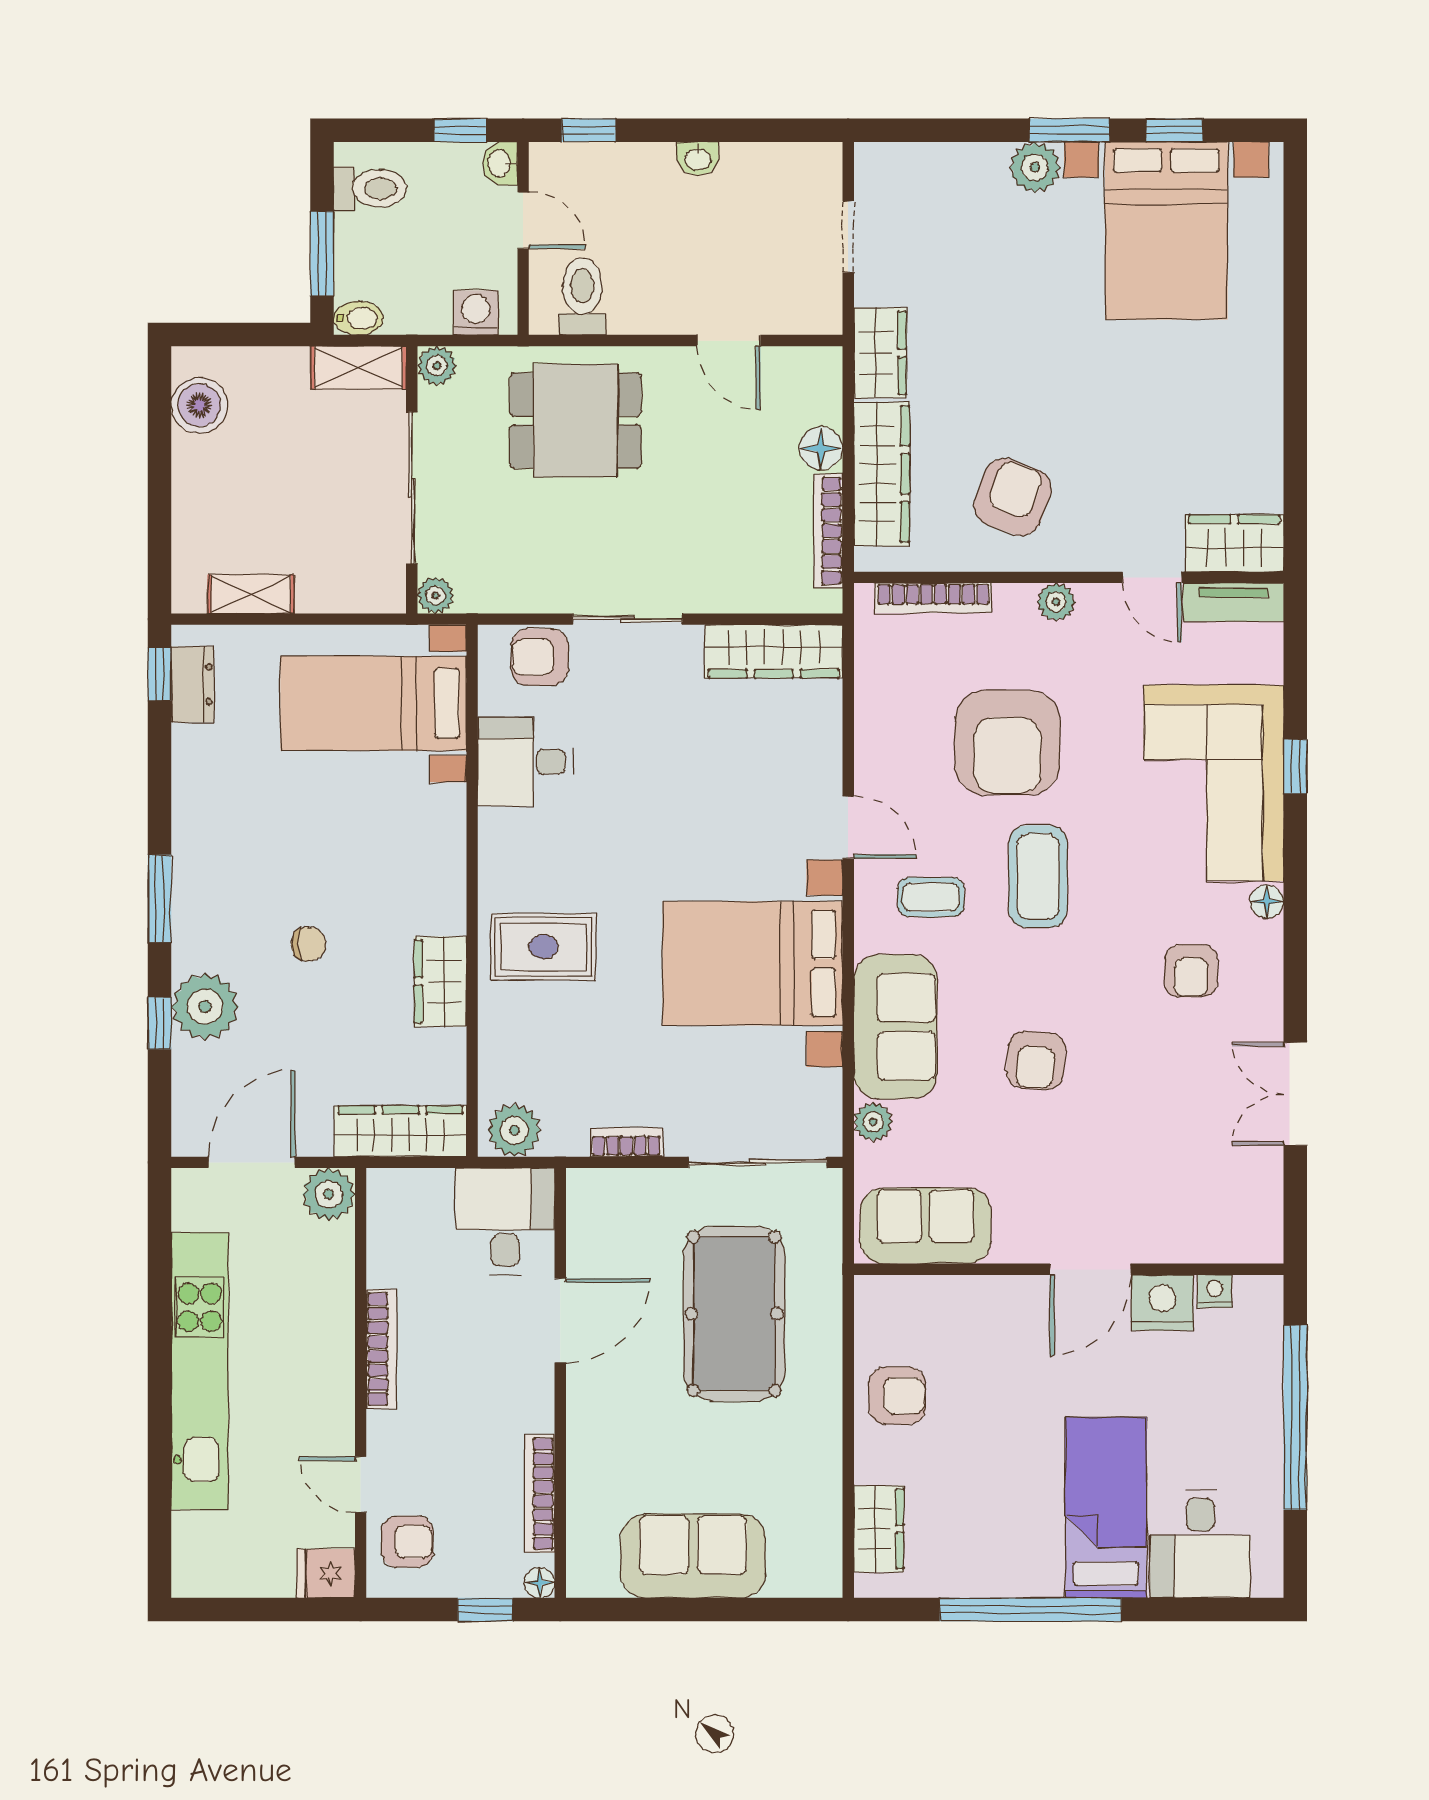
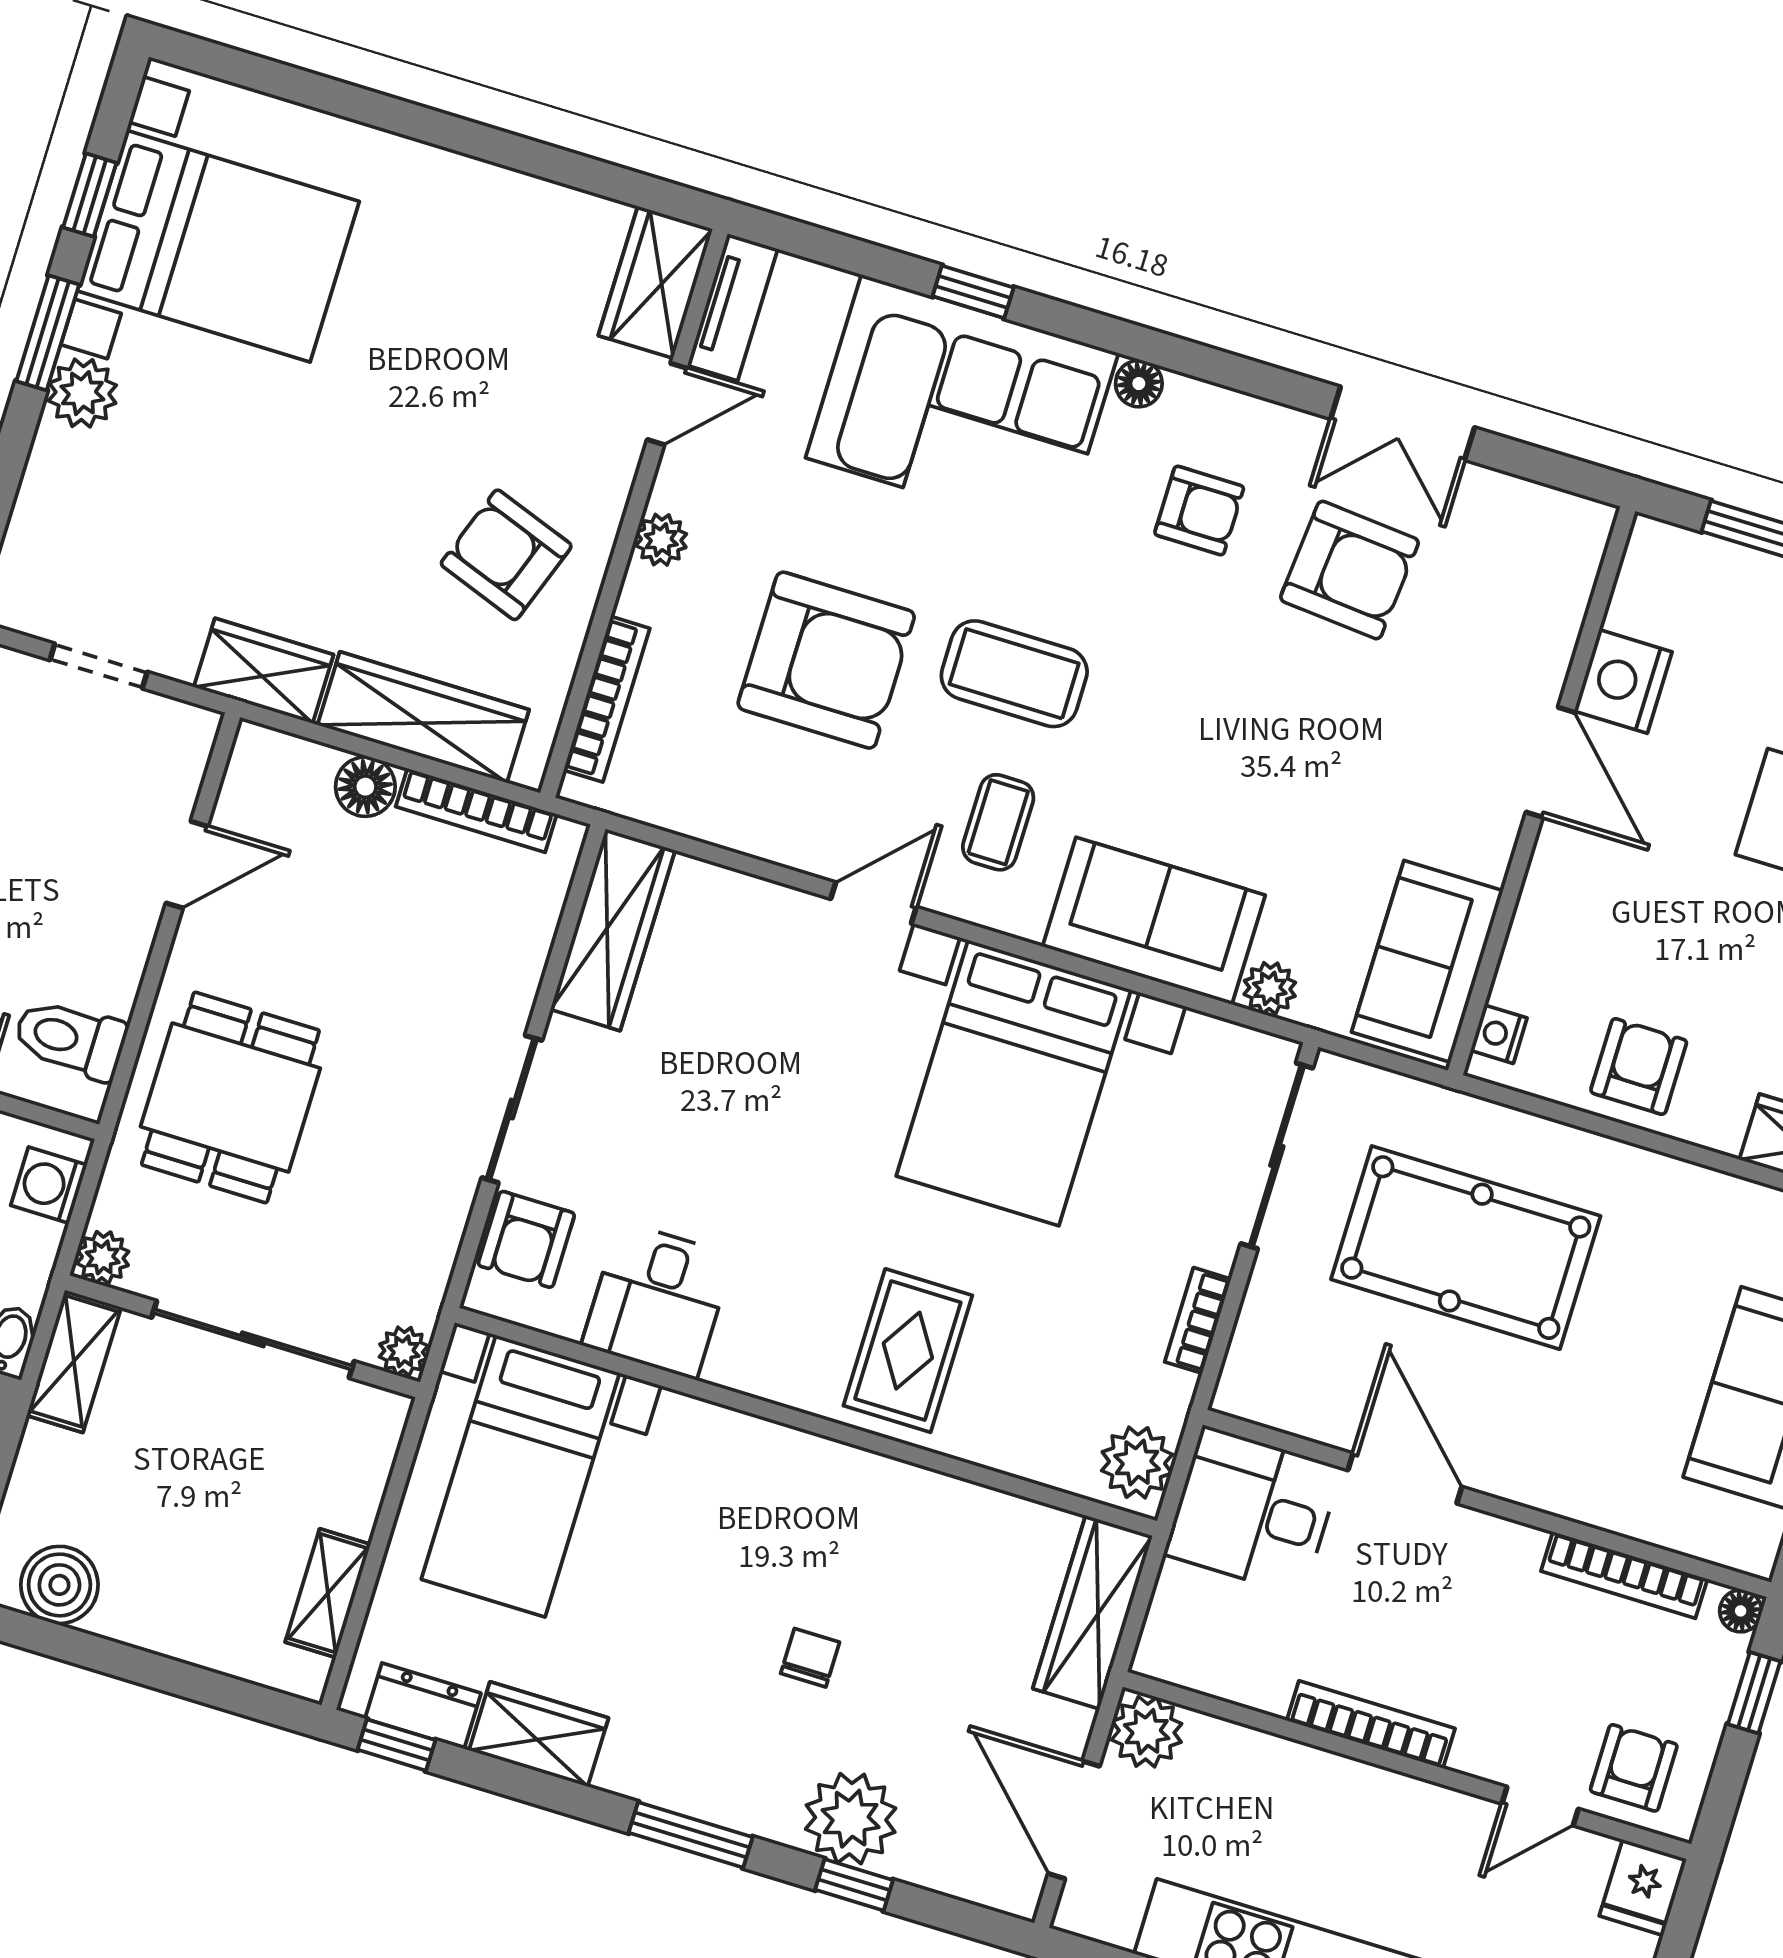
wardrobe: (440, 982) -> (539, 1734), moved, turned 180
armchair: (1036, 1060) -> (1349, 570), moved, width x1.38, depth x1.38
nightstand: (1214, 1291) -> (1499, 1034), moved

